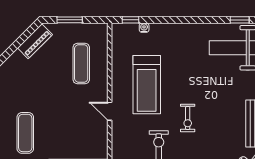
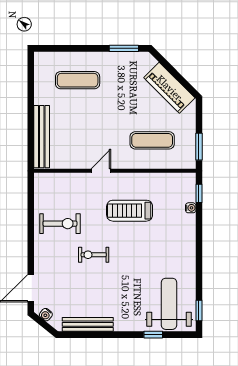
window: (70, 20) -> (199, 147), moved
piano: (35, 41) -> (169, 88), width x1.37, depth x1.33
treadmill: (147, 85) -> (130, 211), width x0.73, depth x0.73

